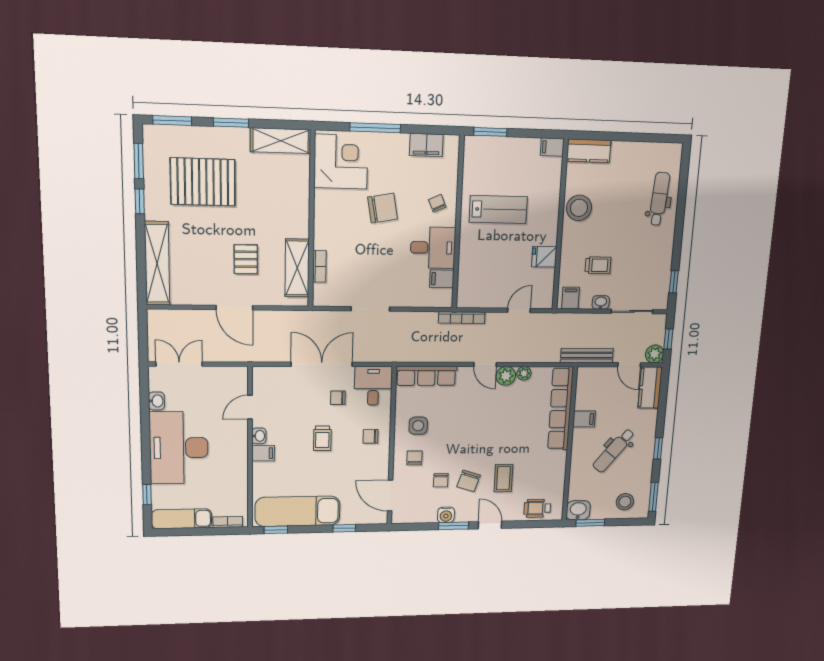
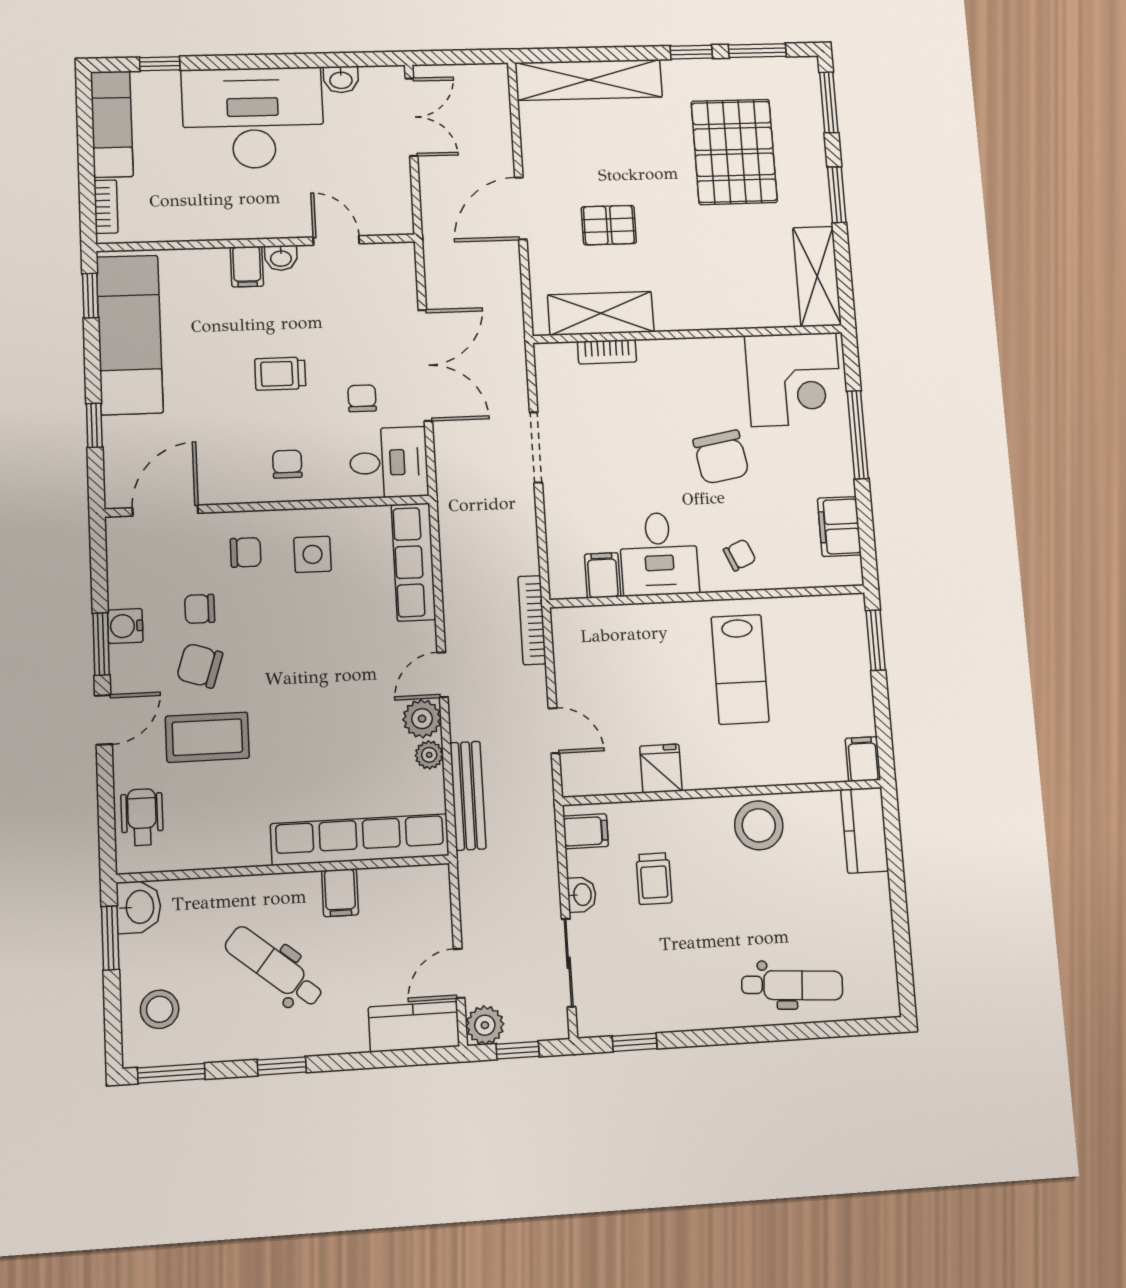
bench: (587, 356) -> (468, 796), moved
coffee table: (503, 478) -> (207, 737), width x1.36, depth x1.30

